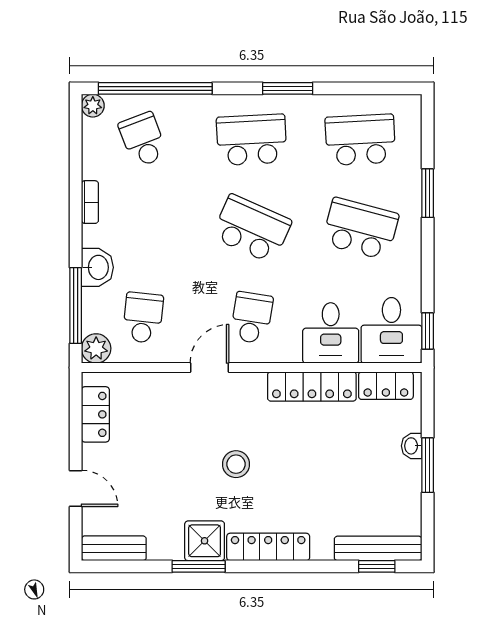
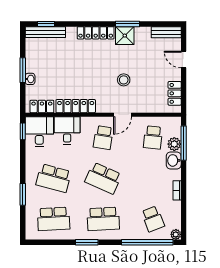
plant: (96, 348) -> (174, 144), moved
stool: (236, 464) -> (124, 80), moved

